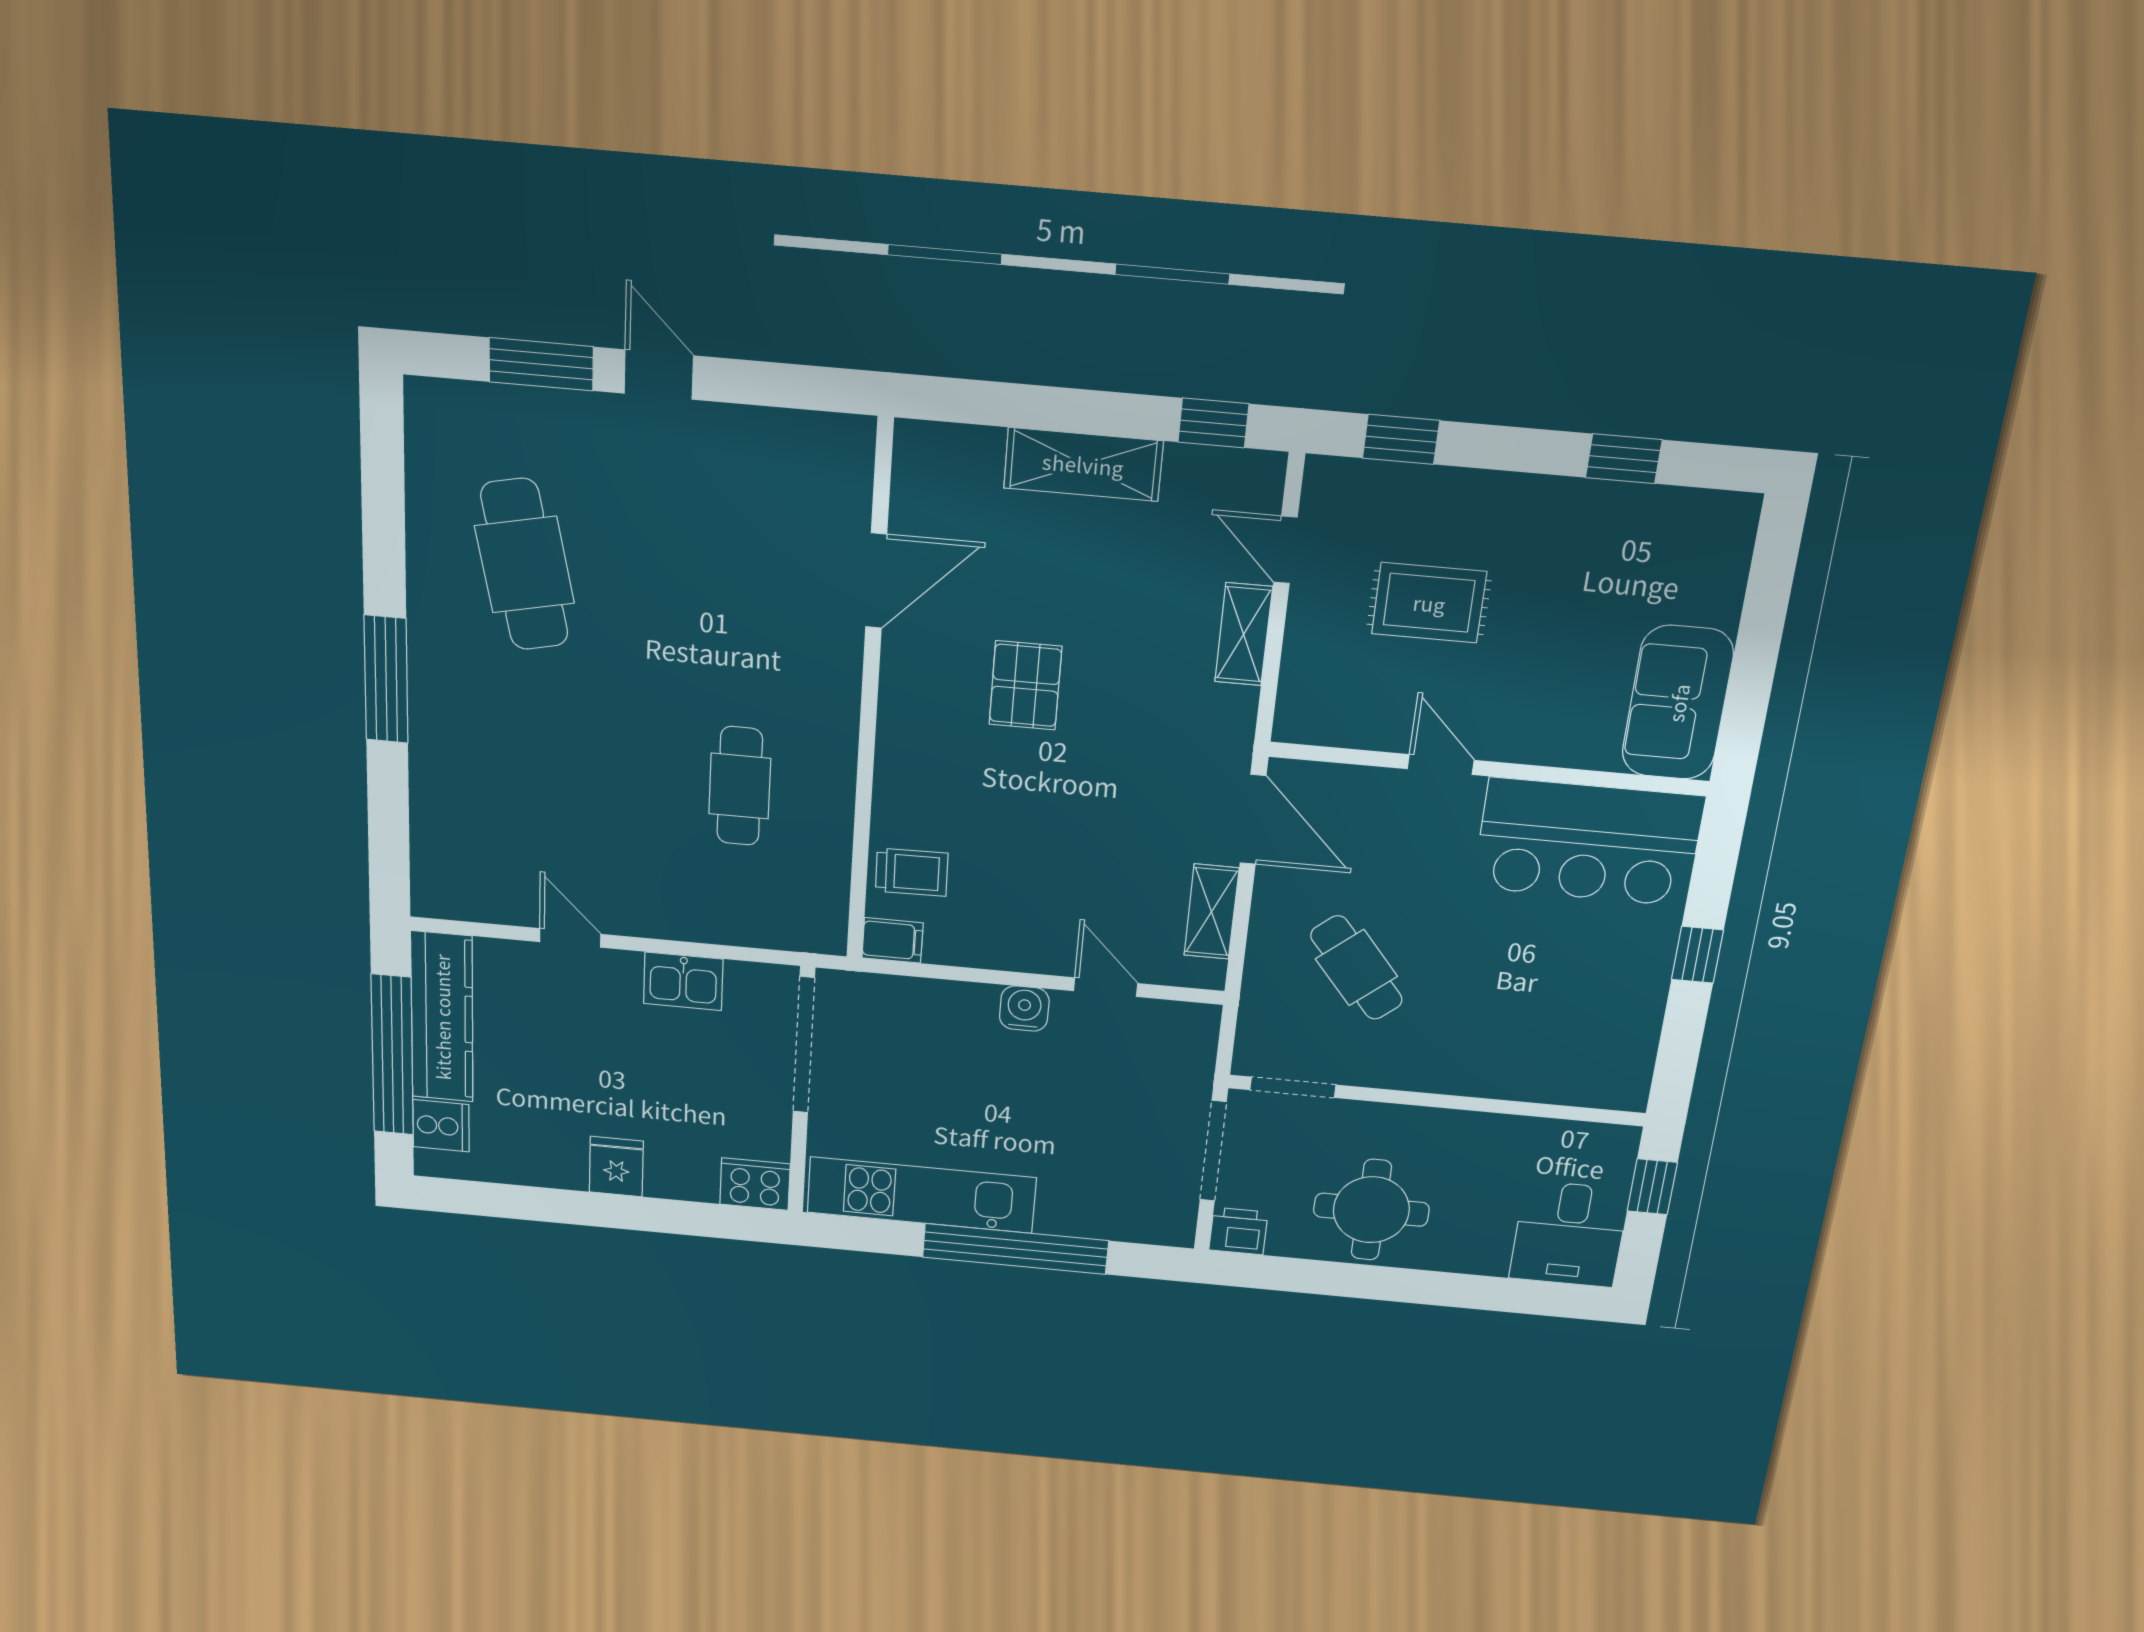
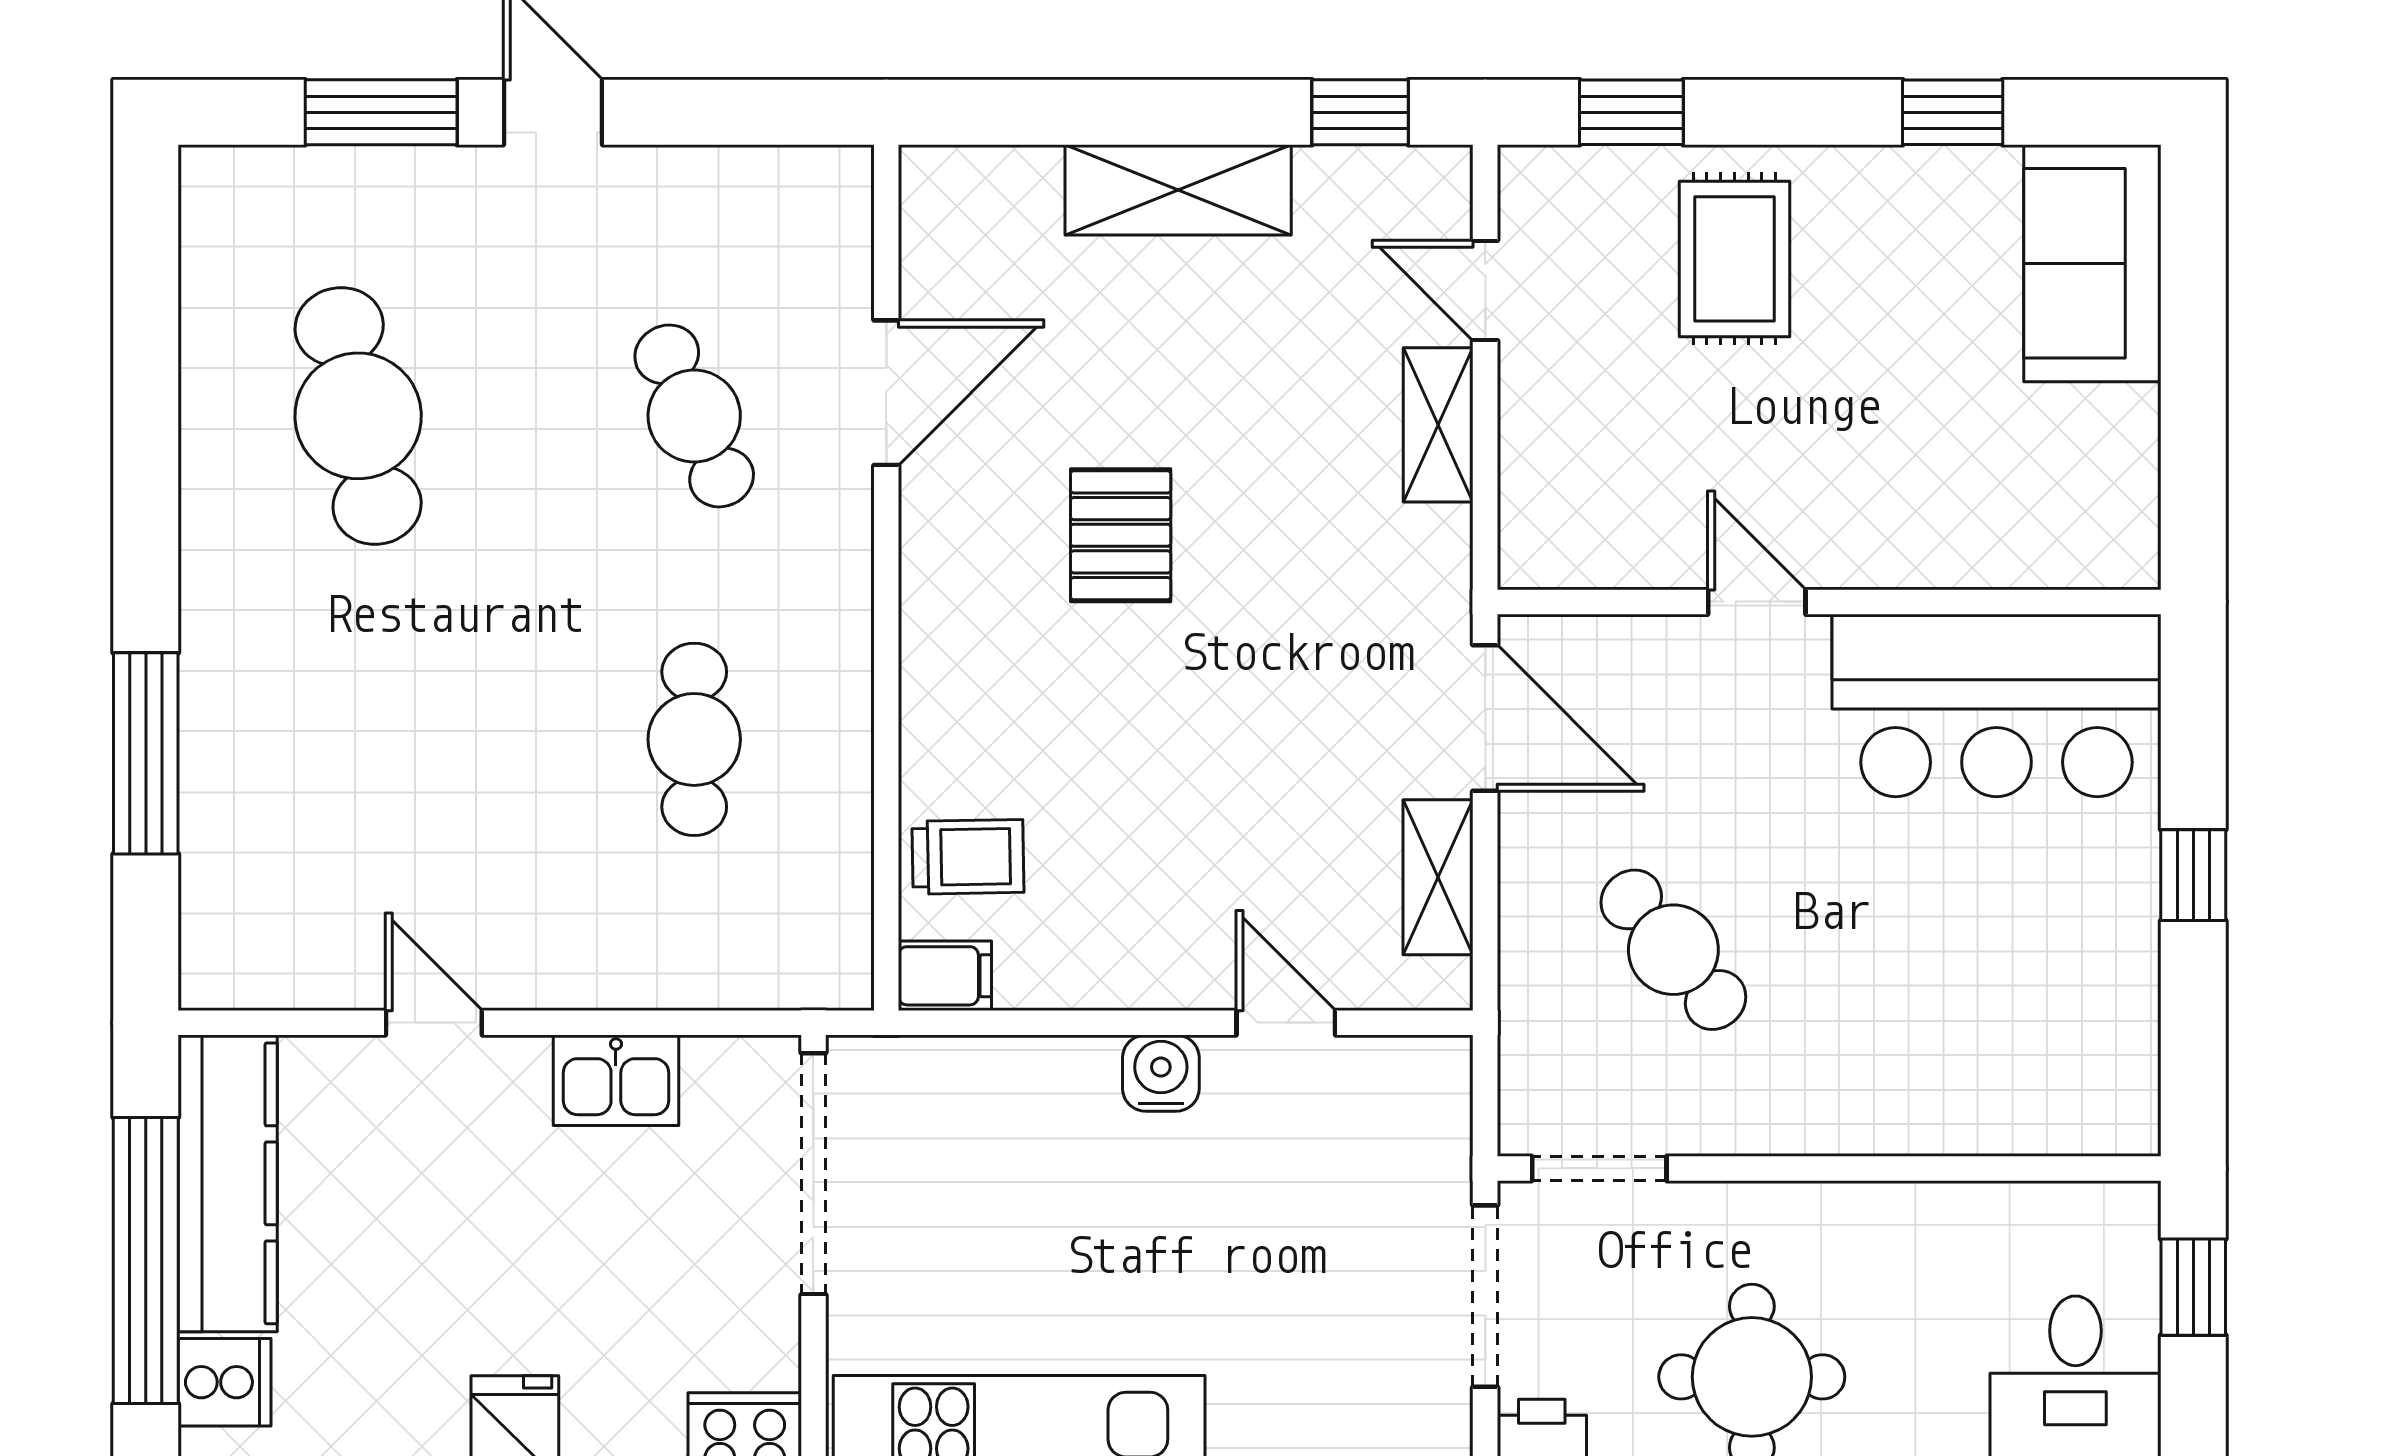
cafe table: (748, 584) -> (694, 416), added
rug: (1429, 603) -> (1734, 259), moved, turned 90
window: (386, 679) -> (146, 753), moved
sofa: (1678, 703) -> (2092, 263), moved

